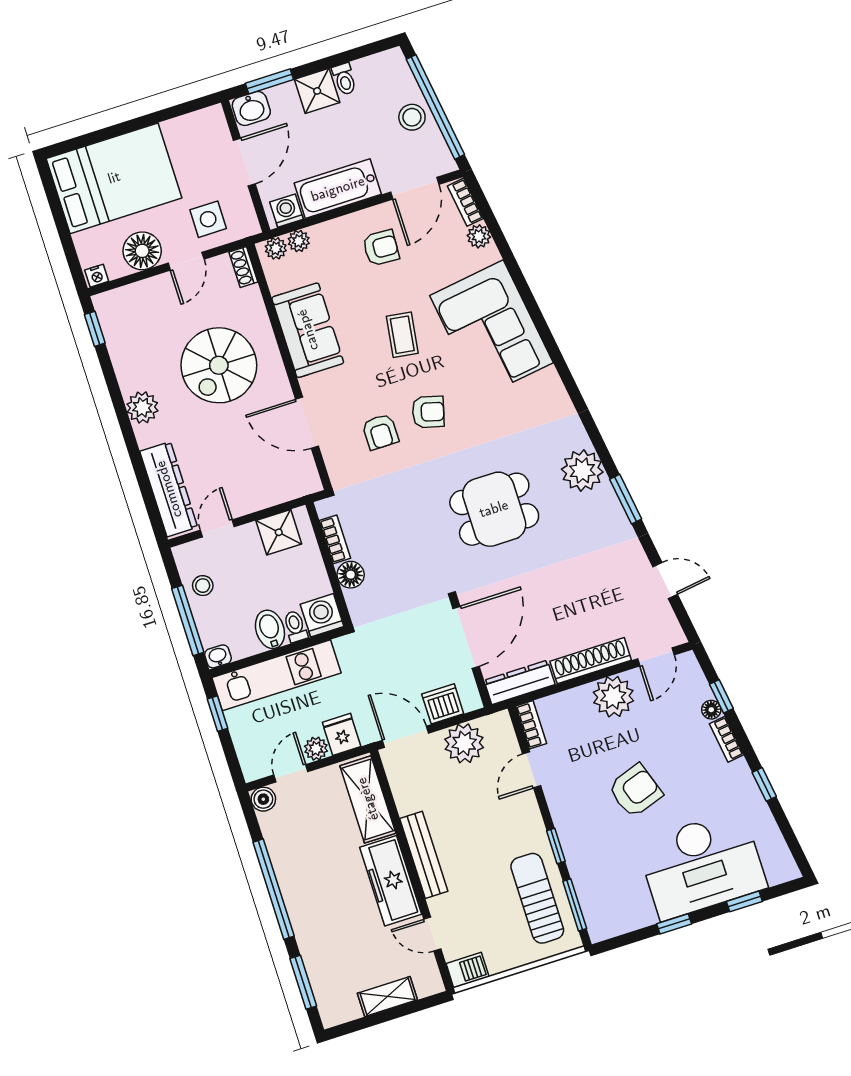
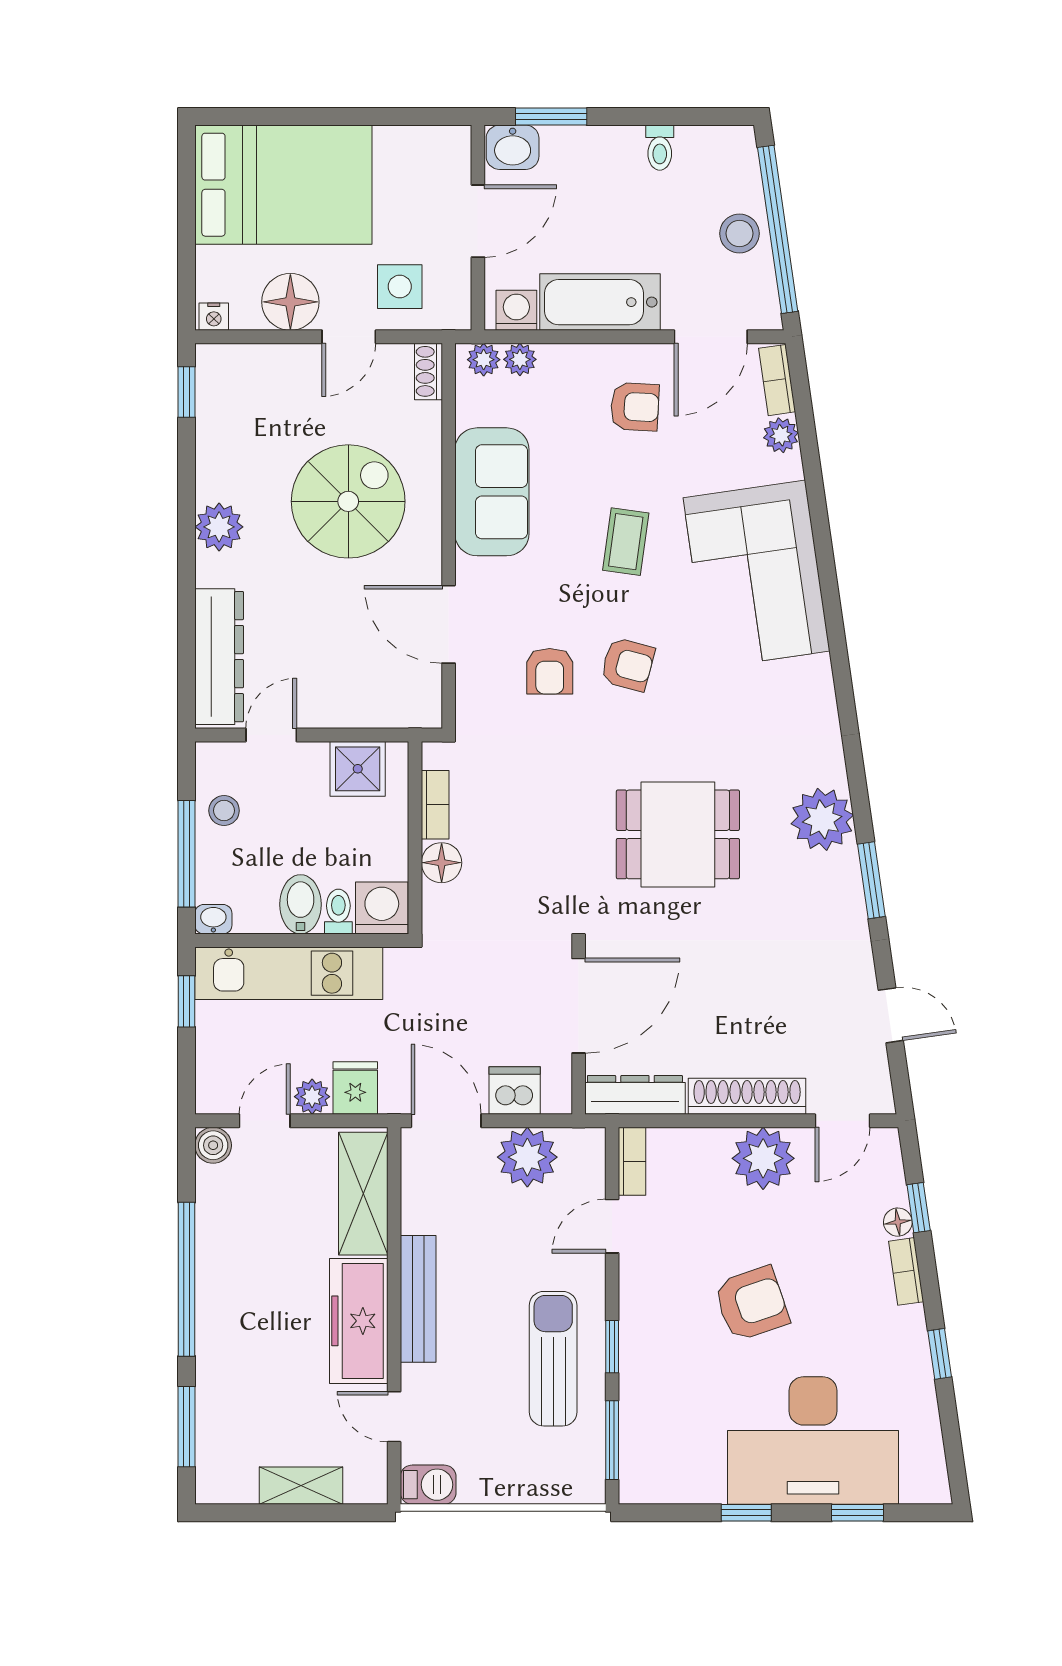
shower: (317, 91) -> (615, 152), removed
spiral stairs: (219, 365) -> (348, 501), turned 180
sun lounger: (537, 898) -> (553, 1359), moved

